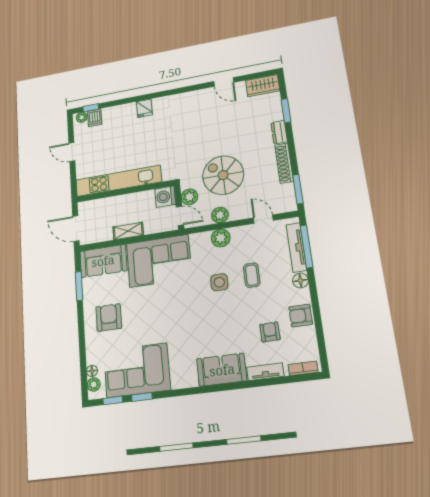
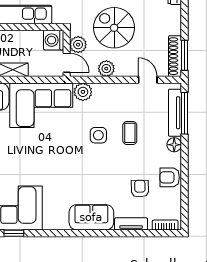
shoe rack: (284, 163) -> (175, 56), moved
plant: (221, 238) -> (83, 92), moved

